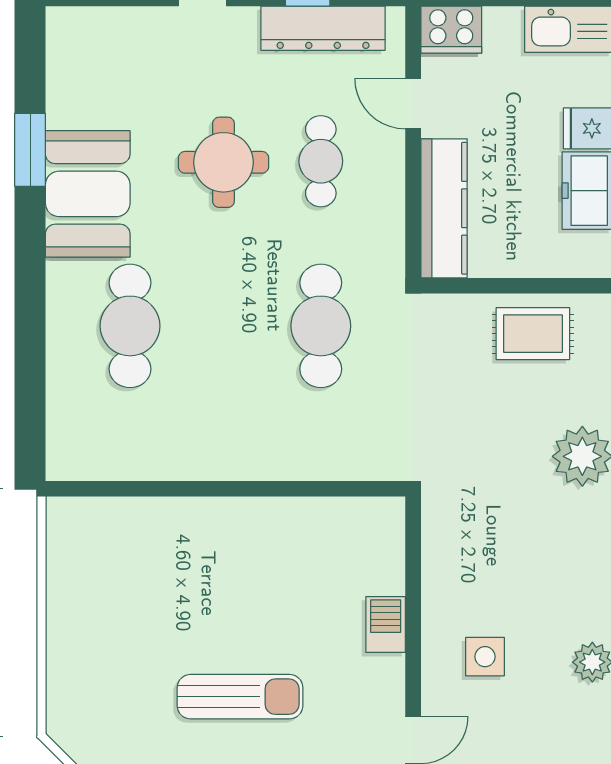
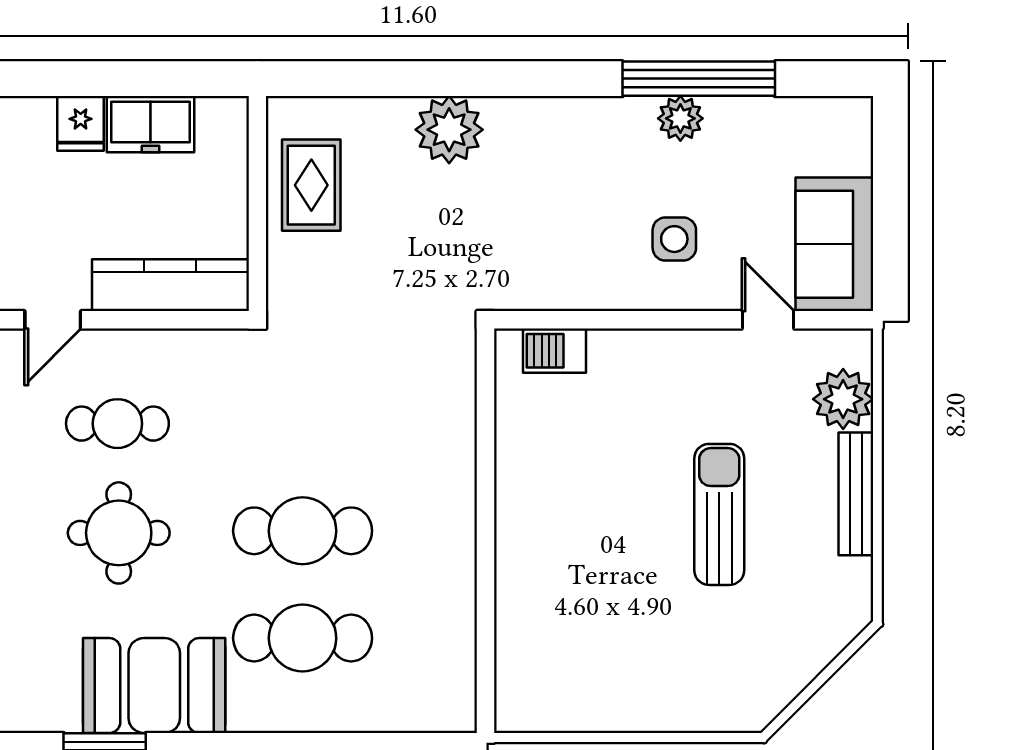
cafe table: (321, 326) -> (303, 531), moved
barbecue: (386, 625) -> (555, 351), moved

